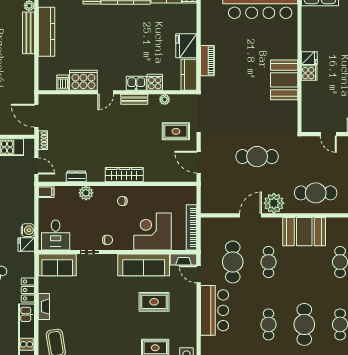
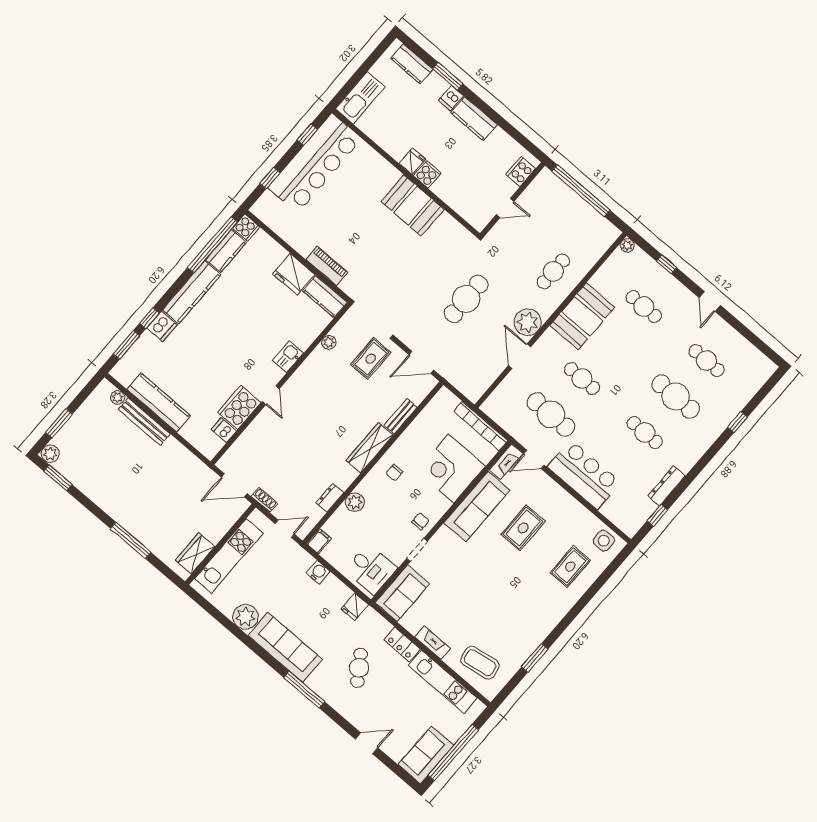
cooker: (155, 82) -> (303, 337), removed
bench: (134, 99) -> (401, 416), moved
cafe table: (316, 193) -> (553, 271), width x0.73, depth x0.74
water cooler: (28, 230) -> (318, 572), moved

